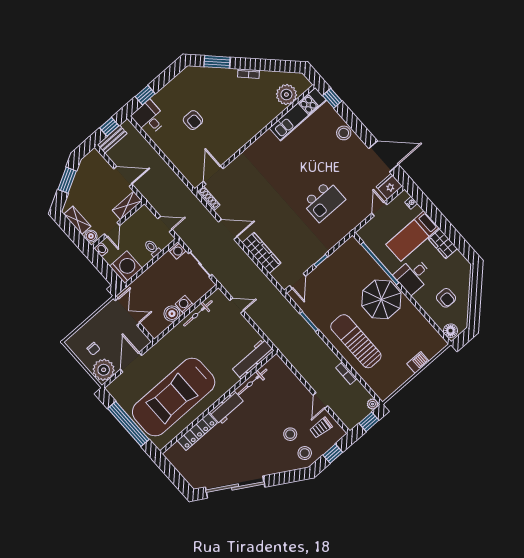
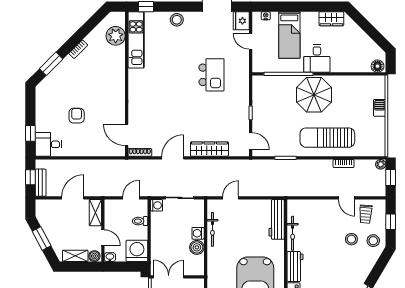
armchair: (193, 120) -> (77, 116), turned -90
wardrobe: (443, 244) -> (331, 19), moved
armchair: (446, 298) -> (352, 49), removed

